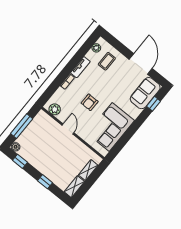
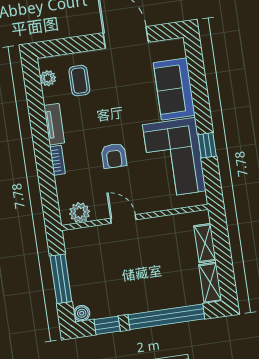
sofa: (145, 93) -> (174, 89), moved
window: (153, 104) -> (207, 145), moved
window: (45, 182) -> (166, 317), width x3.17

